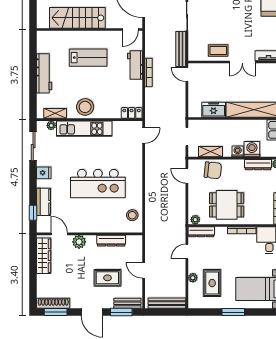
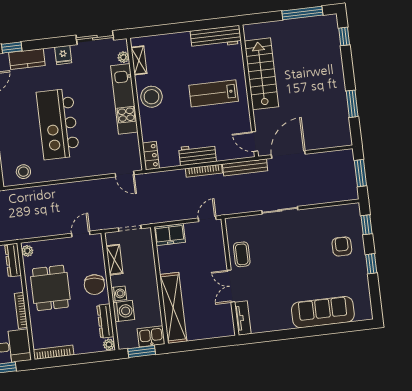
bench: (181, 49) -> (245, 167), moved
lab bench: (88, 58) -> (214, 93), turned 90
workbench: (135, 65) -> (197, 154), moved
workbench: (44, 73) -> (216, 37), moved
freezer: (214, 110) -> (170, 235), moved, turned 90
chair: (213, 170) -> (94, 285), moved

